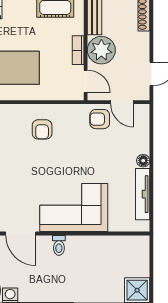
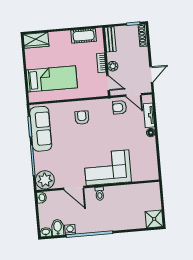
plant: (101, 50) -> (113, 66), width x0.53, depth x0.53
armchair: (42, 129) -> (82, 118), turned 180
tv unit: (143, 194) -> (149, 115), moved, width x0.71

